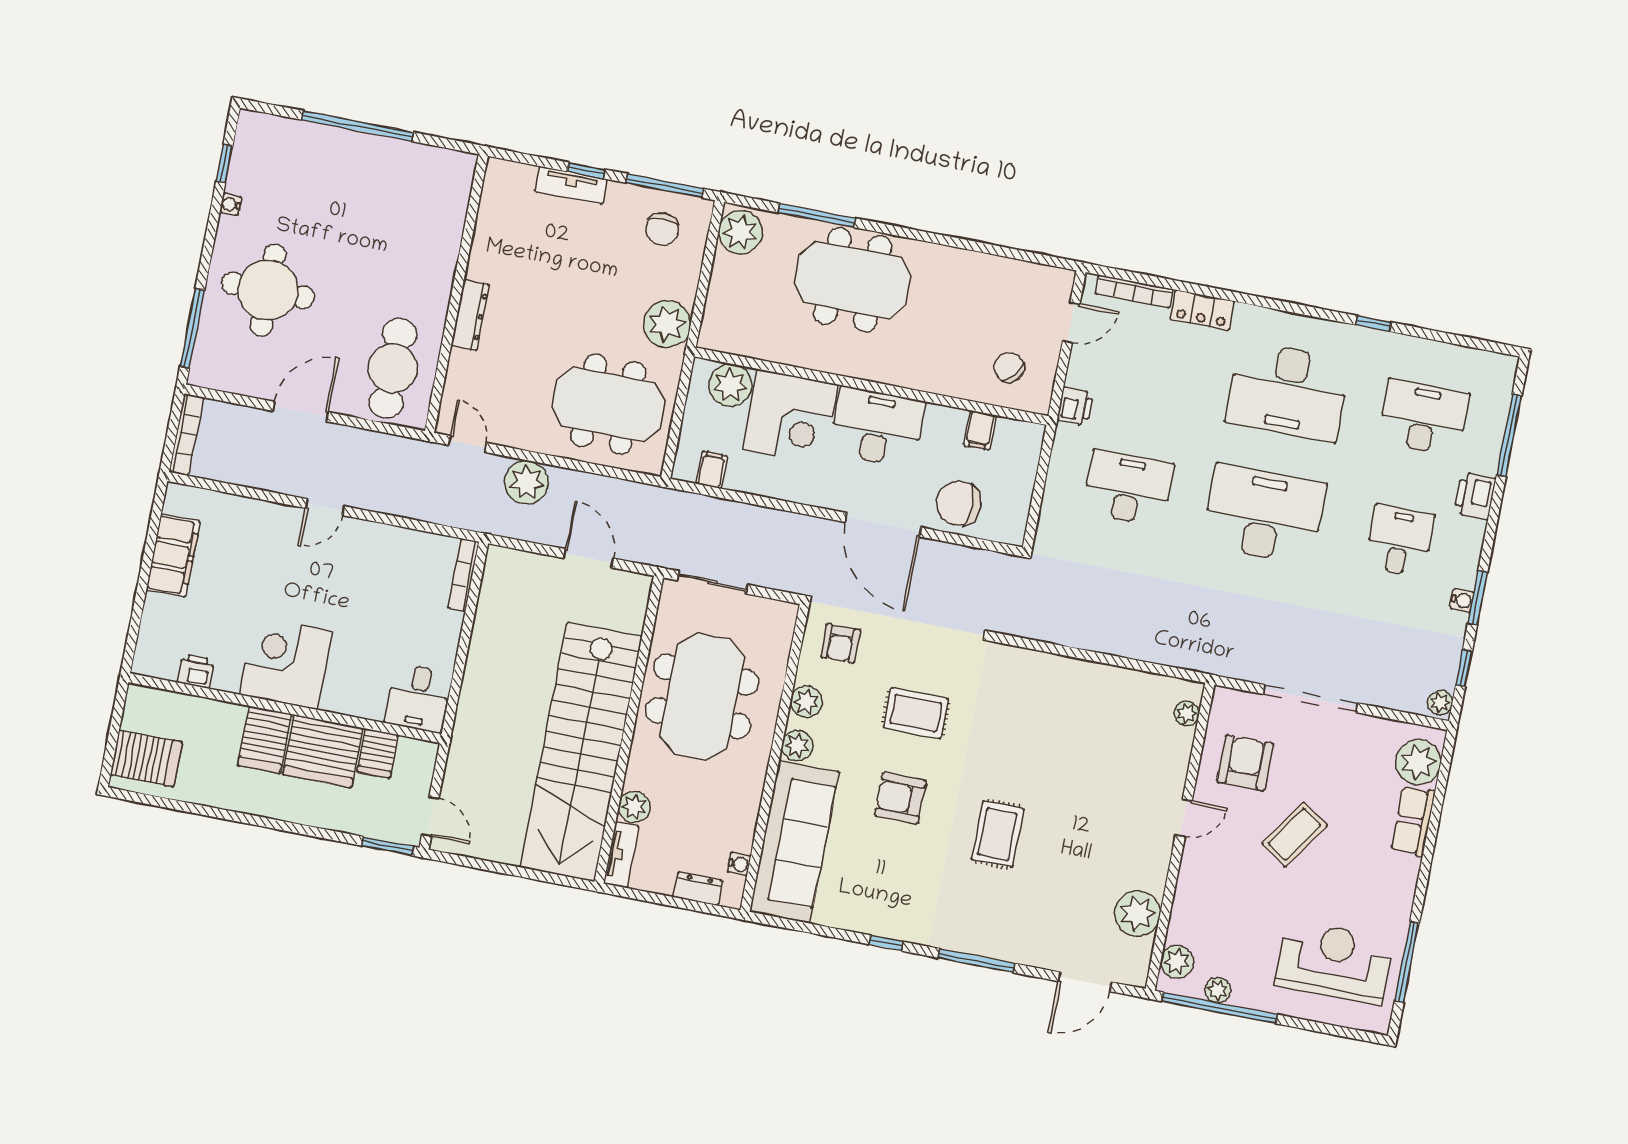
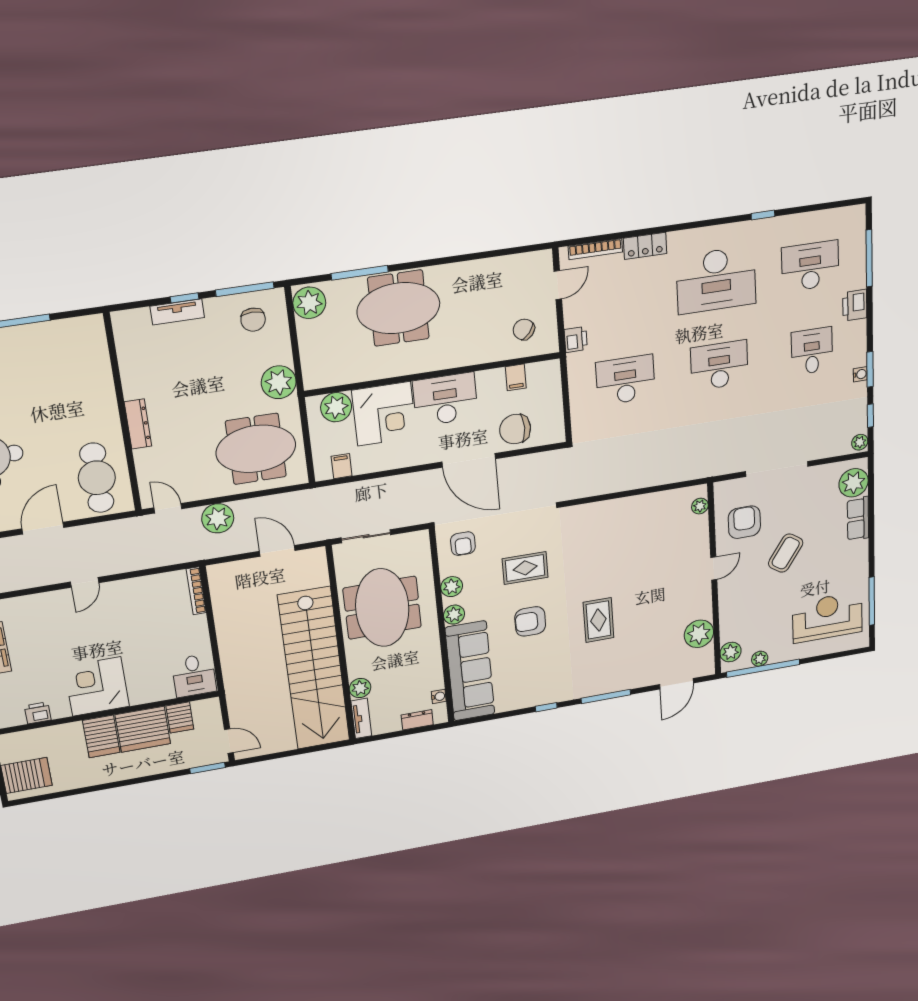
desk: (1264, 514) -> (719, 365), width x0.73, depth x0.77

